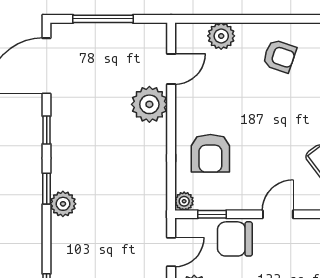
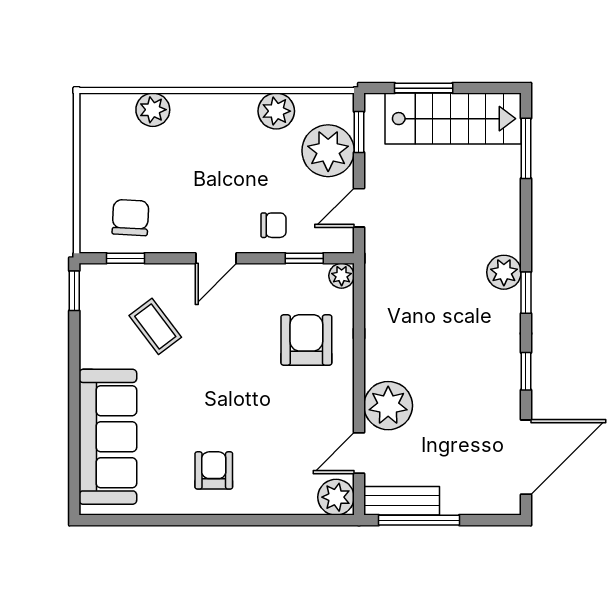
window: (103, 19) -> (419, 520), moved
bench: (139, 33) -> (402, 501), added
plant: (221, 36) -> (336, 497), moved
armchair: (279, 56) -> (214, 470), turned 71
chair: (235, 239) -> (274, 225), width x0.54, depth x0.54

